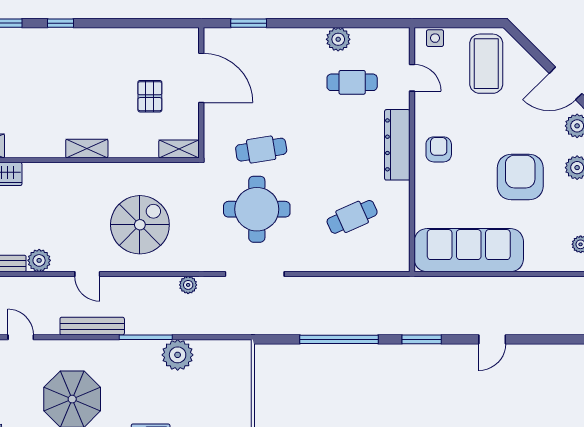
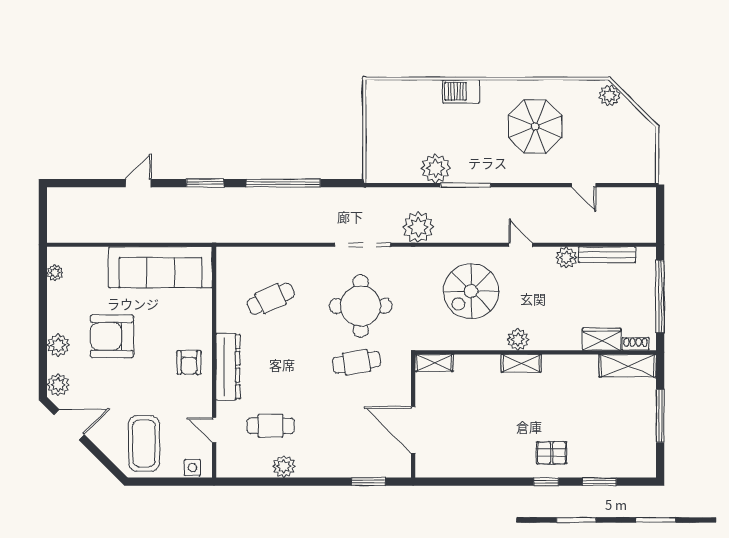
pallet: (150, 96) -> (552, 453), moved, turned 90
plant: (90, 174) -> (518, 339), added
armchair: (520, 177) -> (112, 336), turned 90
plant: (188, 285) -> (418, 227), width x1.87, depth x1.87
bench: (92, 326) -> (516, 196), removed

